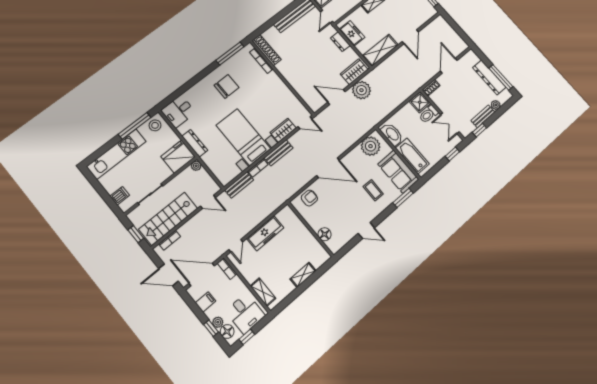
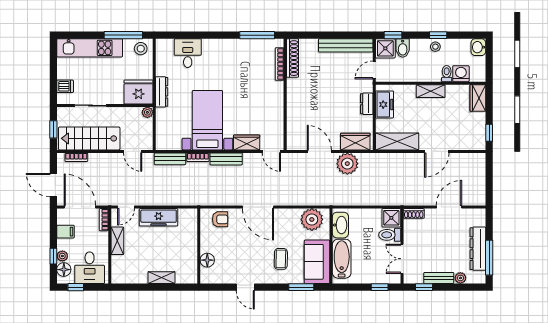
chair: (227, 86) -> (230, 63), removed
desk: (178, 111) -> (188, 53), moved, turned 90
shelving: (263, 292) -> (117, 241), moved

